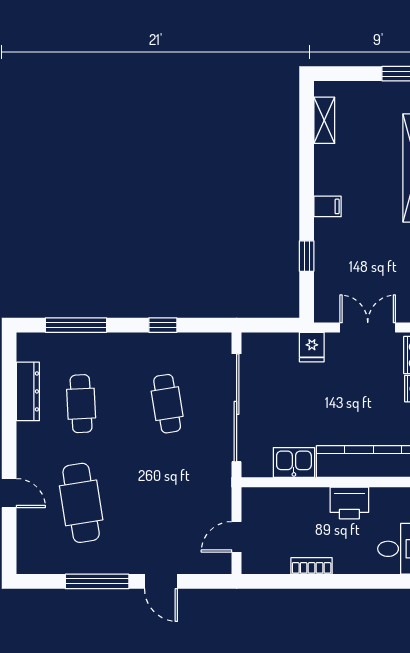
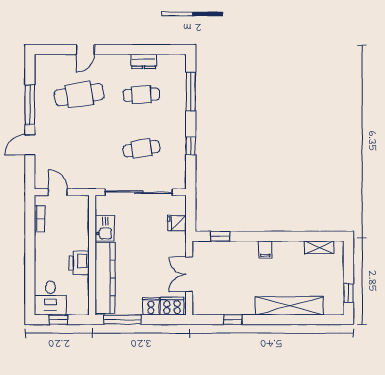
window: (307, 256) -> (220, 236), moved
double door: (368, 328) -> (189, 275), swing flipped
fridge: (312, 347) -> (177, 223), moved
dresser: (28, 391) -> (144, 61), width x0.70
bookcase: (312, 566) -> (40, 219), moved

